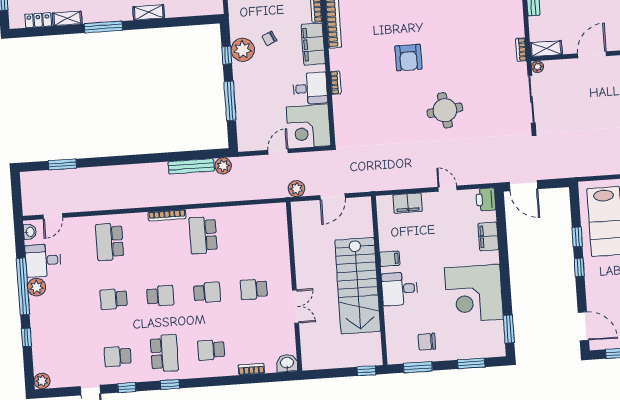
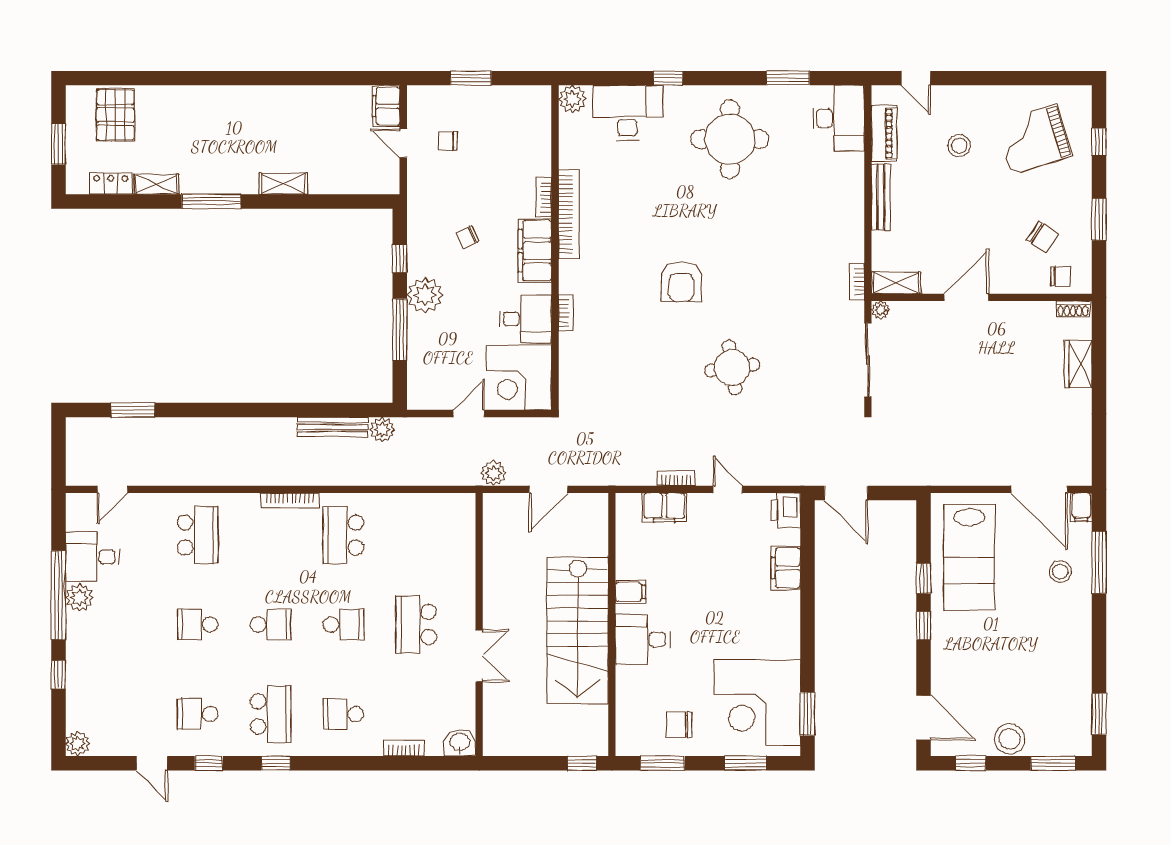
plant: (243, 50) -> (425, 295), moved
bookcase: (414, 184) -> (676, 478), added
washbasin: (30, 232) -> (75, 511), removed
school desk: (110, 242) -> (198, 535), turned 180
school desk: (254, 289) -> (416, 624), width x1.85
corner desk: (474, 294) -> (757, 703), moved

